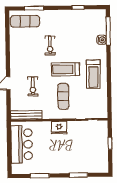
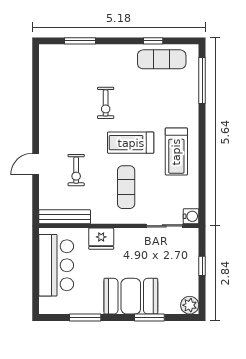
exercise mat: (25, 21) -> (162, 59), moved
water cooler: (102, 40) -> (191, 216), moved
fridge: (59, 128) -> (101, 239), moved
booth: (67, 162) -> (131, 296), added
plant: (103, 167) -> (190, 305), added

